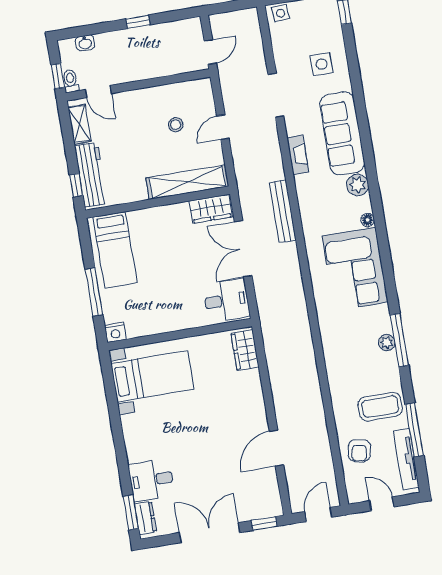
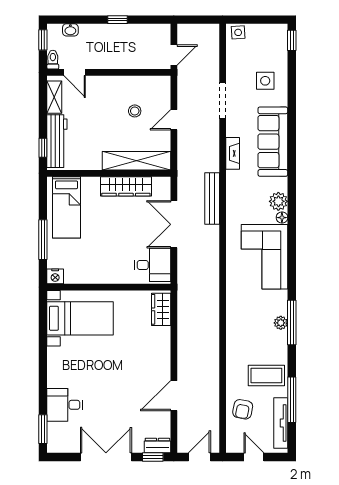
window: (58, 76) -> (43, 40), moved
plant: (358, 185) -> (278, 201), moved
wardrobe: (211, 209) -> (126, 186), moved, width x1.50
dresser: (145, 518) -> (157, 446), moved, turned -90

